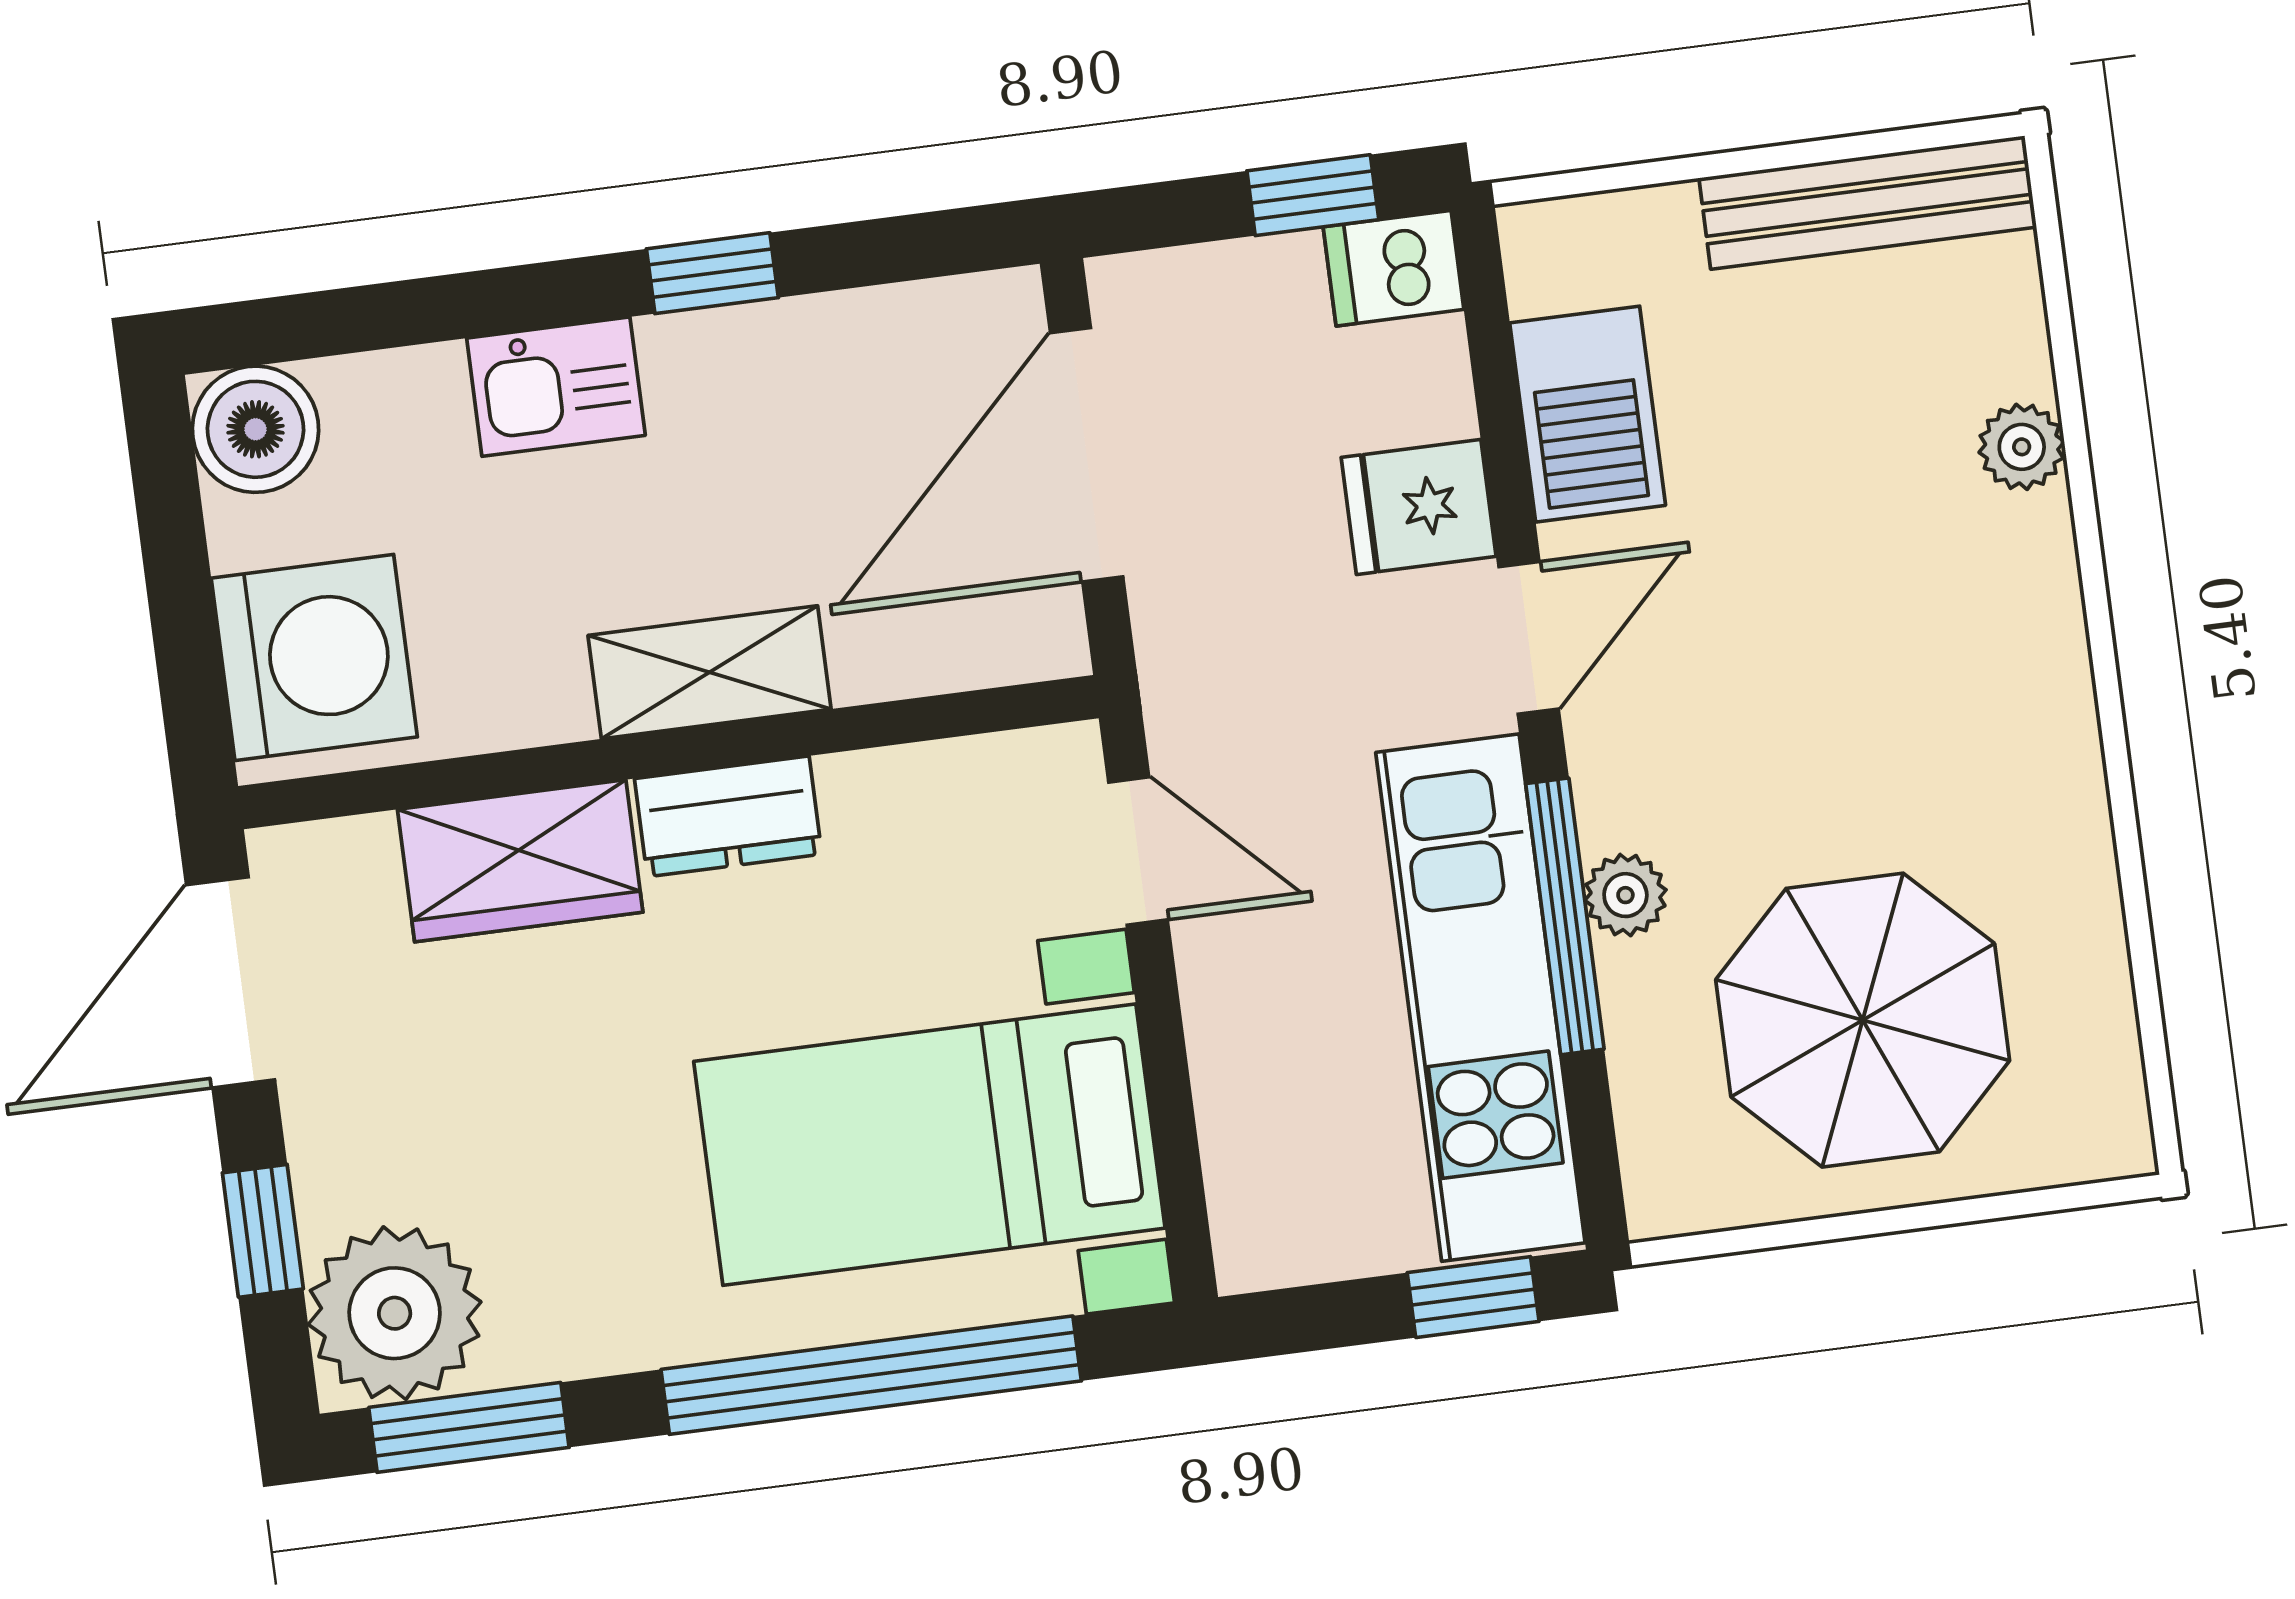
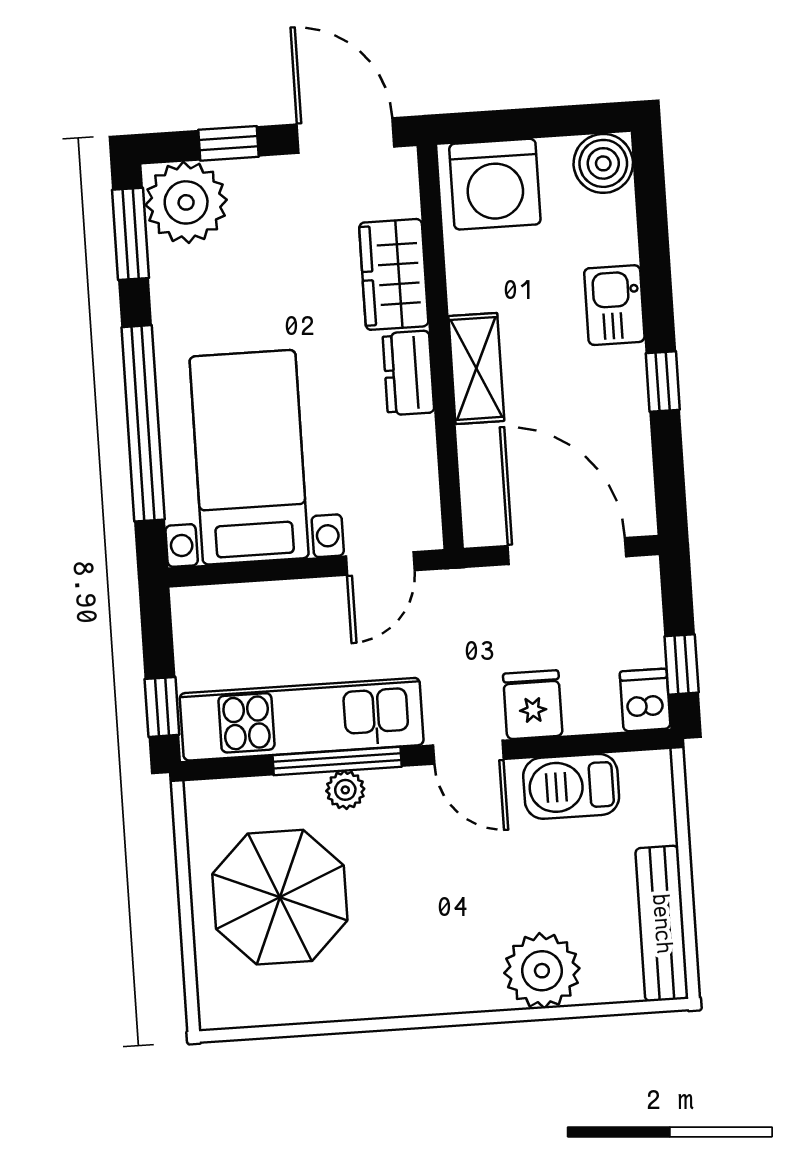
plant: (2022, 447) -> (542, 971), width x1.88, depth x1.88

